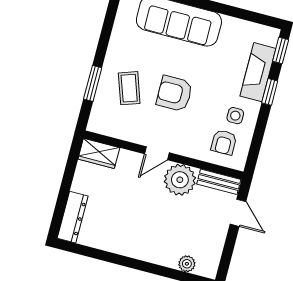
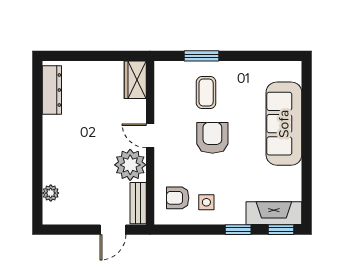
fireplace: (258, 72) -> (274, 213), moved
coffee table: (129, 88) -> (206, 92), turned -71
dresser: (73, 217) -> (52, 90), moved, turned -90

